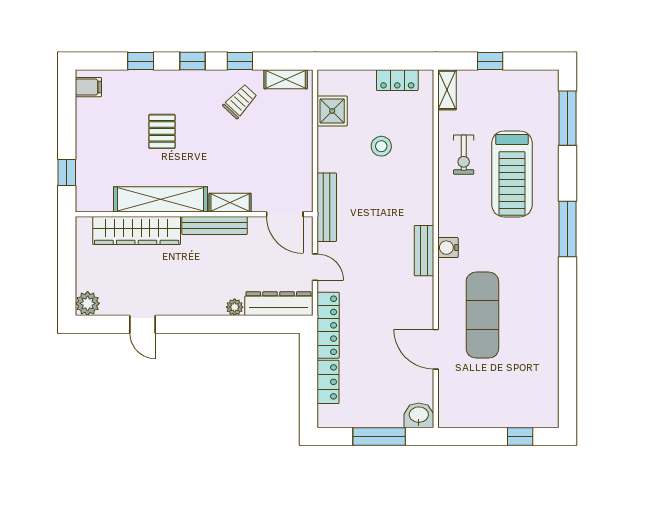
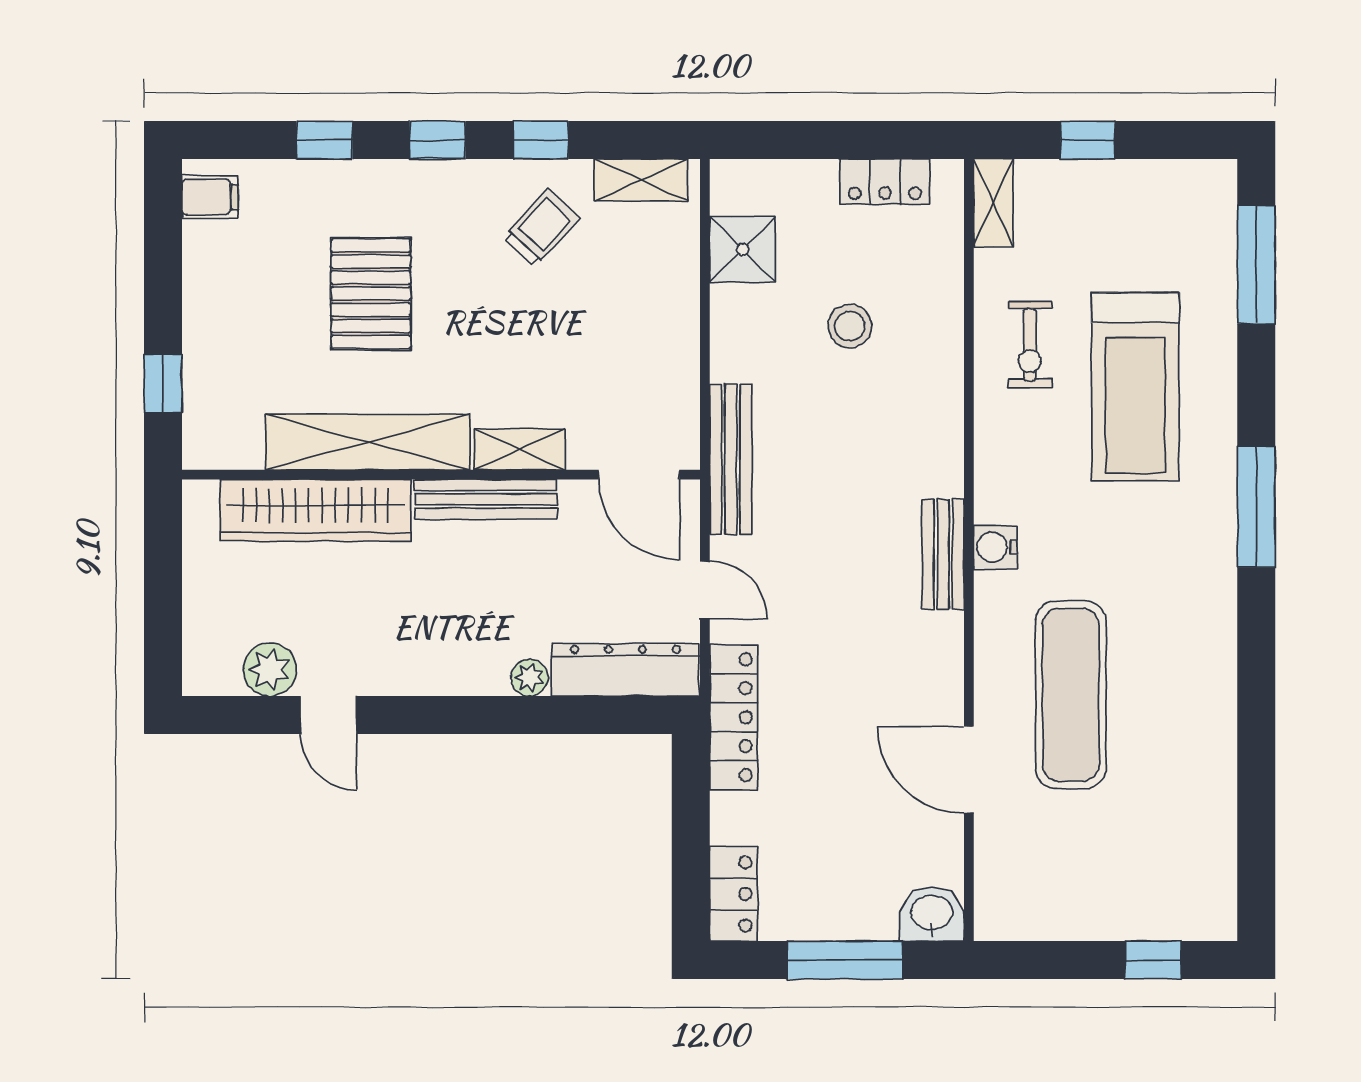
pallet: (162, 131) -> (371, 294), width x1.50, depth x1.42
plant: (88, 303) -> (270, 670), moved
locker: (328, 382) -> (734, 894), moved

